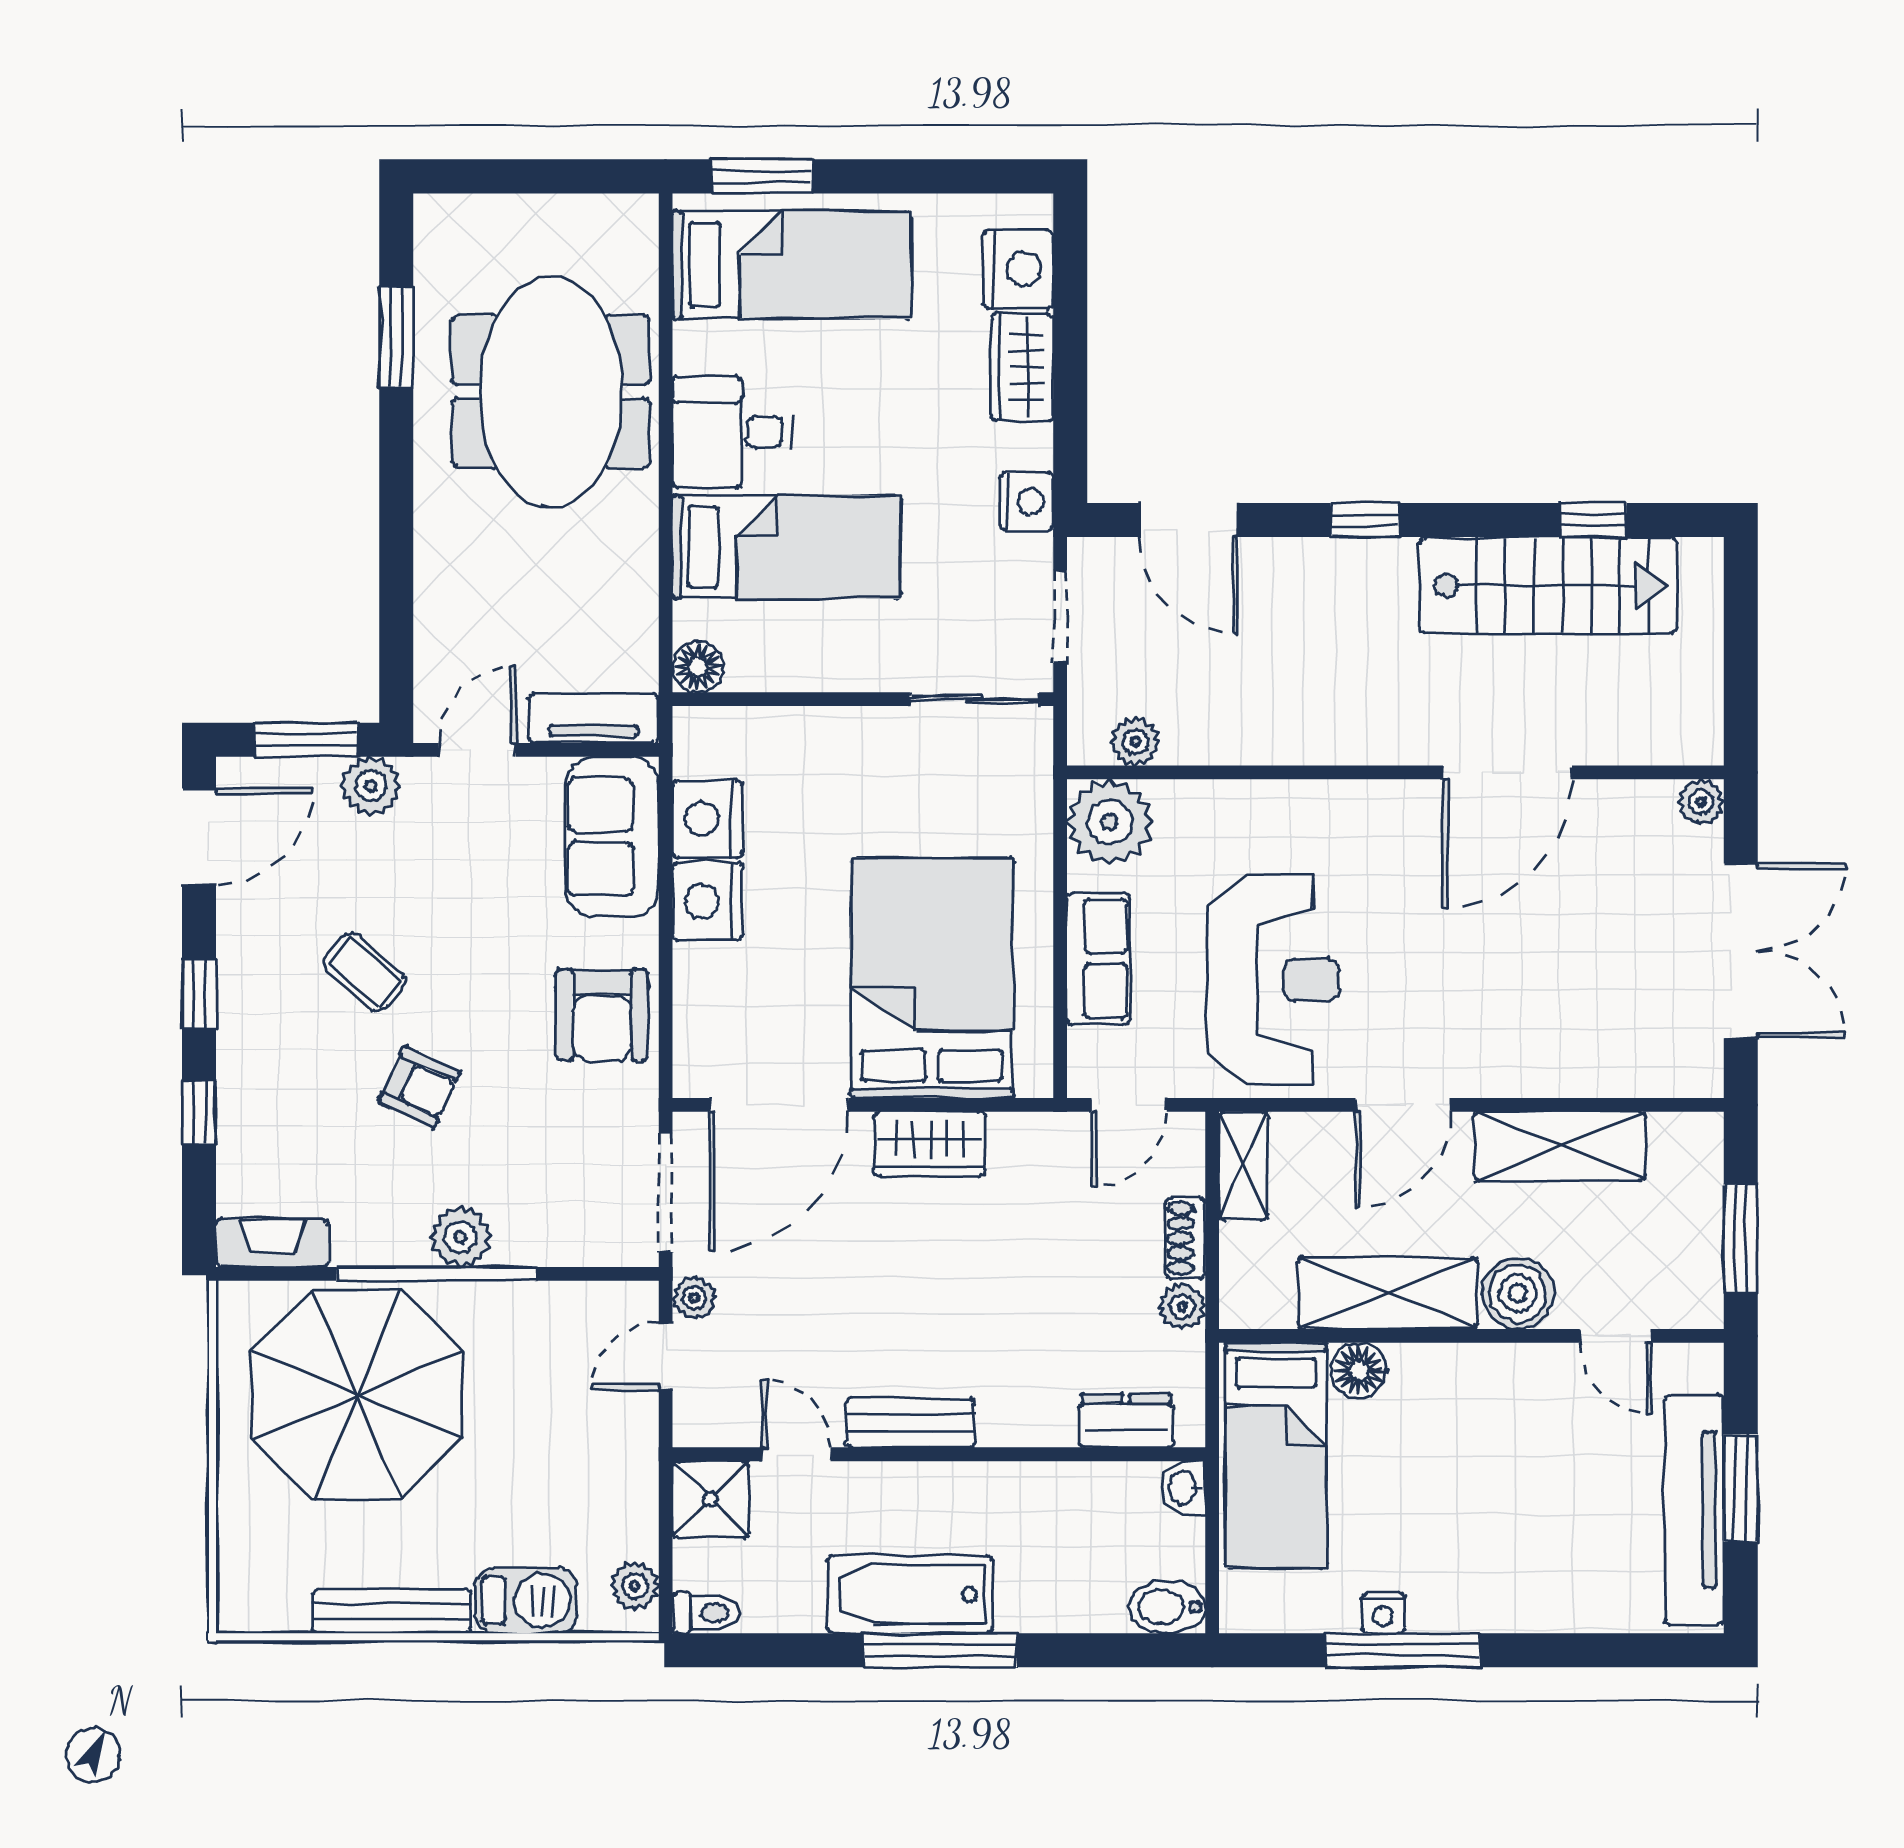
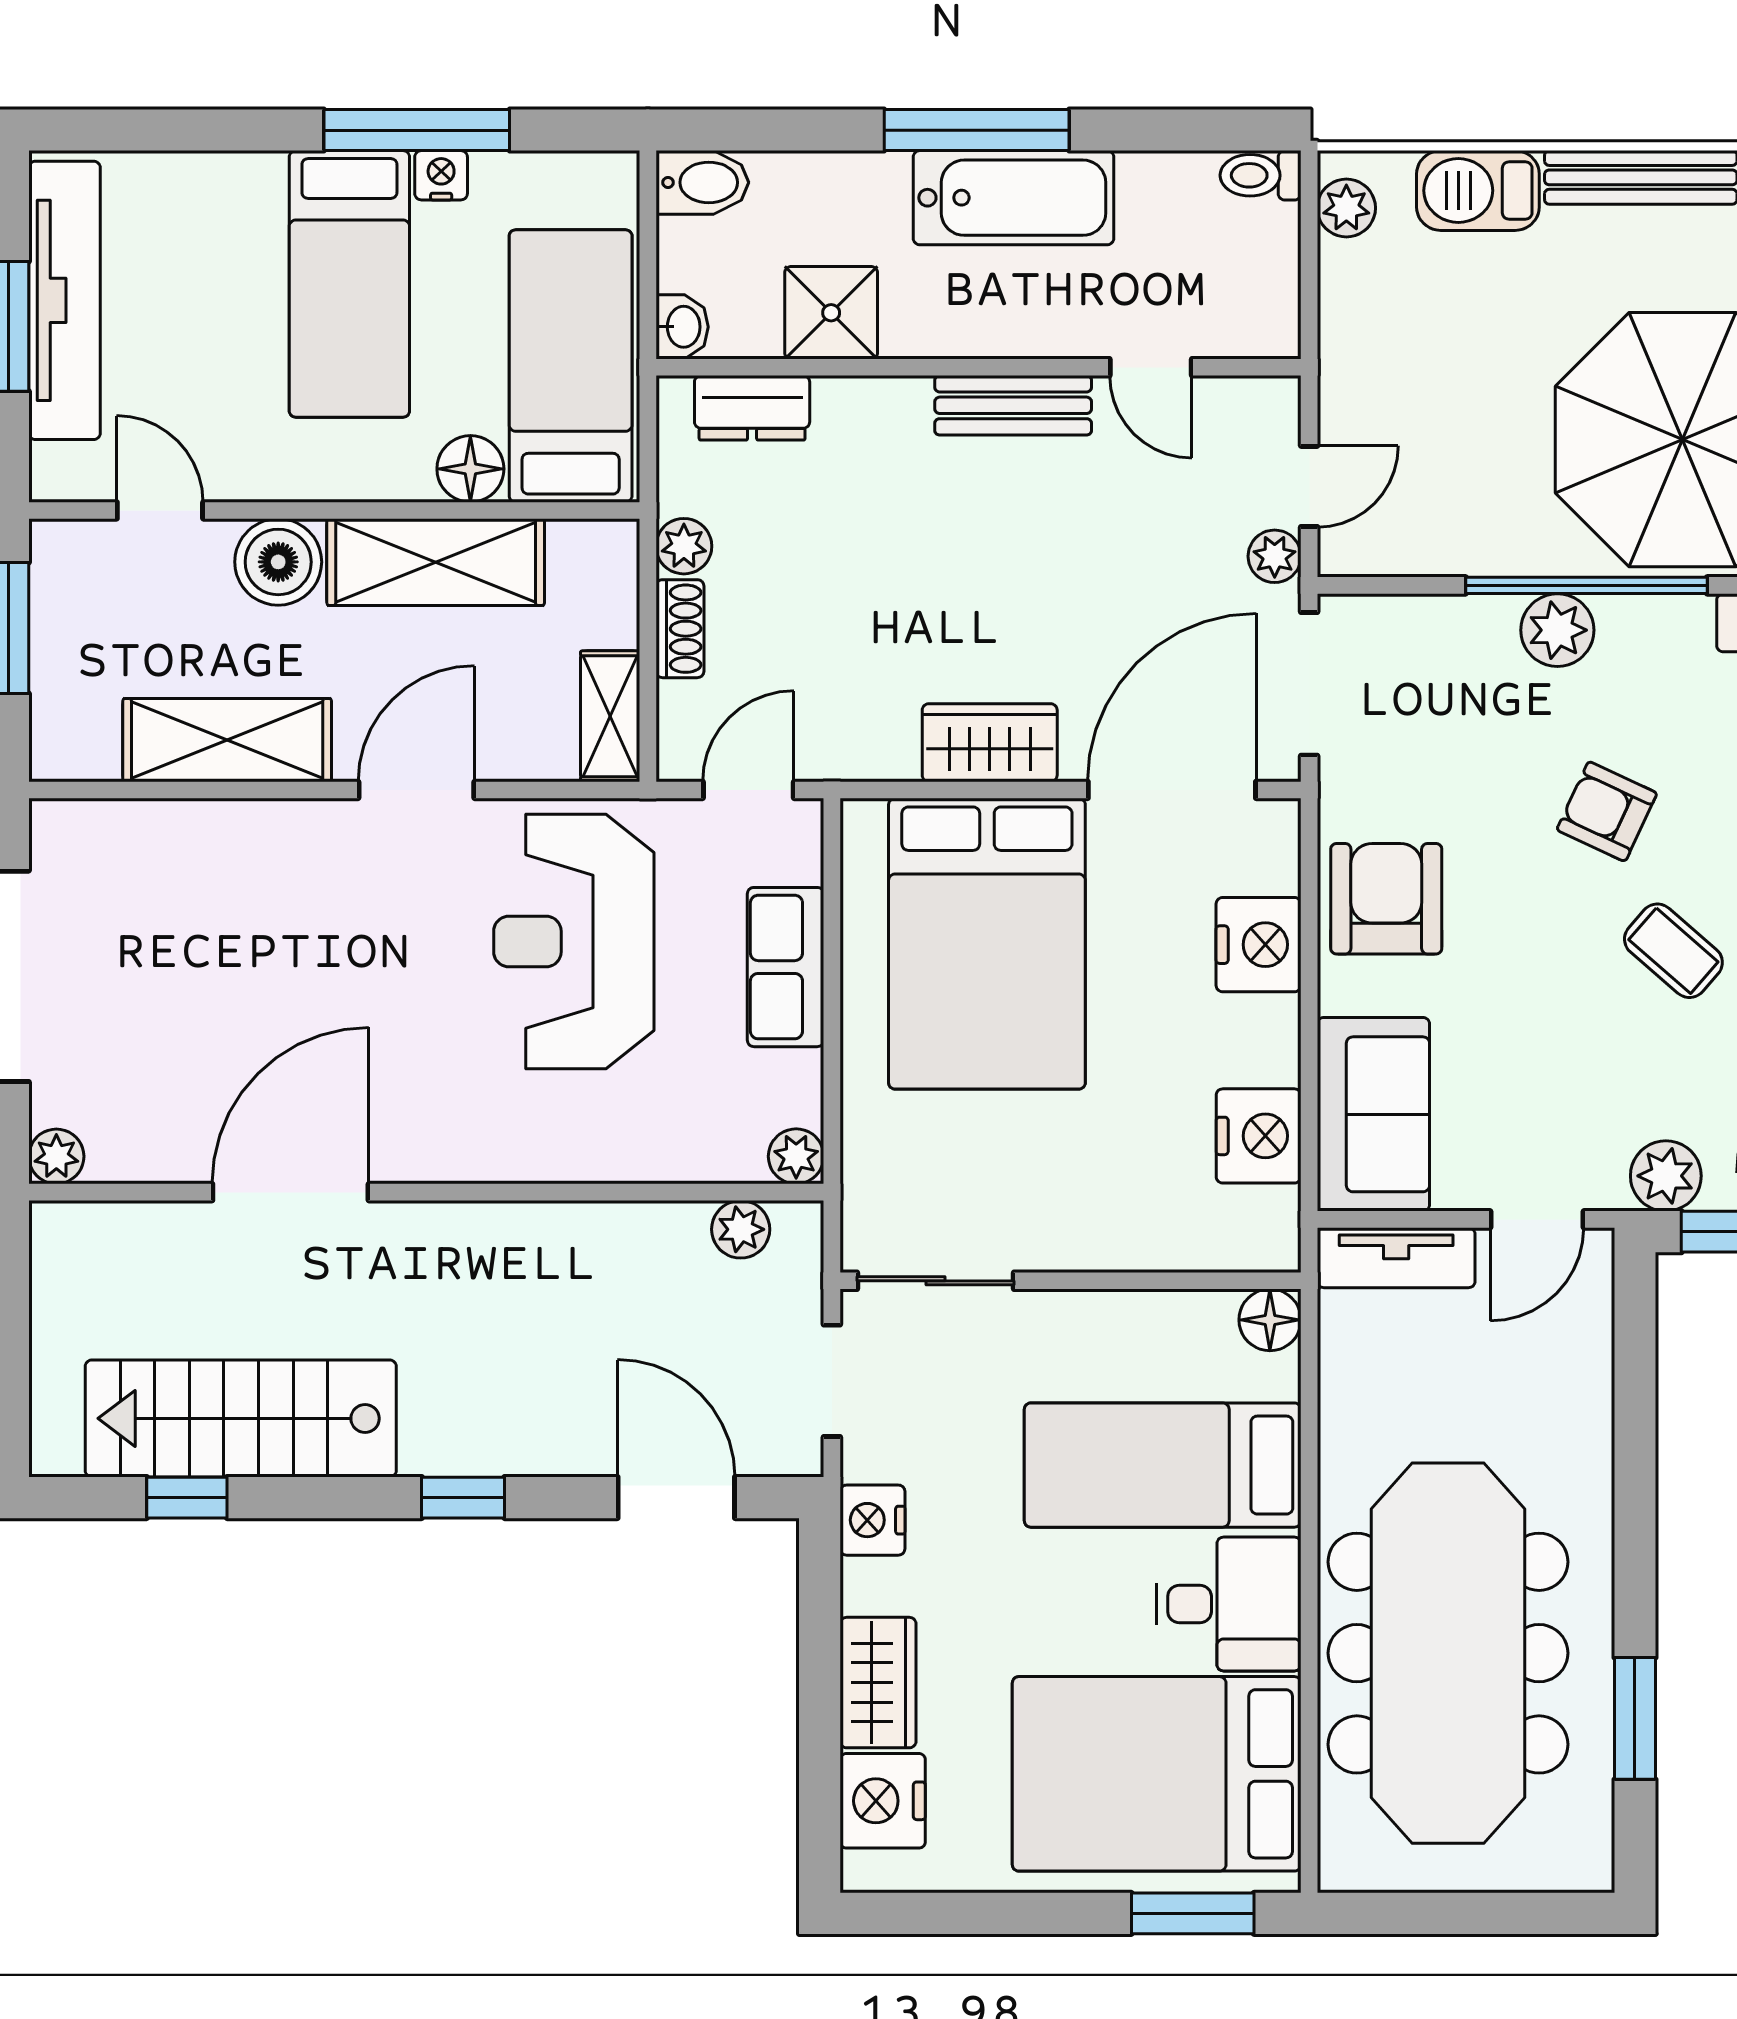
bed: (792, 265) -> (1157, 1774), width x1.50
meeting table: (551, 391) -> (1448, 1653), width x1.36
plant: (1110, 822) -> (796, 1156), width x0.53, depth x0.53
nightstand: (707, 901) -> (1259, 945), moved
shower: (711, 1499) -> (831, 313), moved
bed: (1459, 1523) -> (349, 284), added

